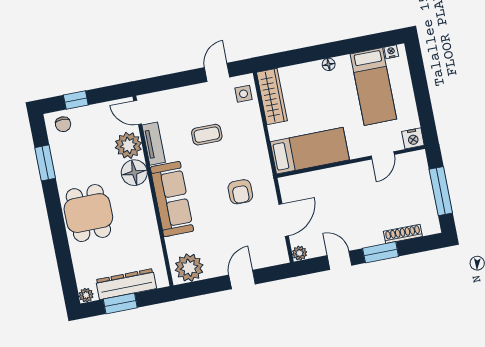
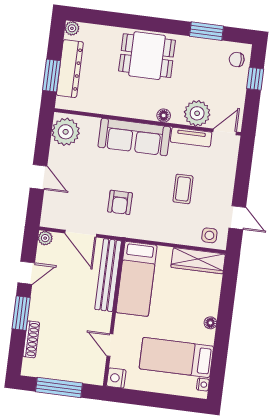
floor lamp: (134, 173) -> (164, 115), width x0.53, depth x0.53
bench: (315, 180) -> (108, 275), added
armchair: (240, 192) -> (120, 202), turned -90
window: (120, 303) -> (52, 75), moved

